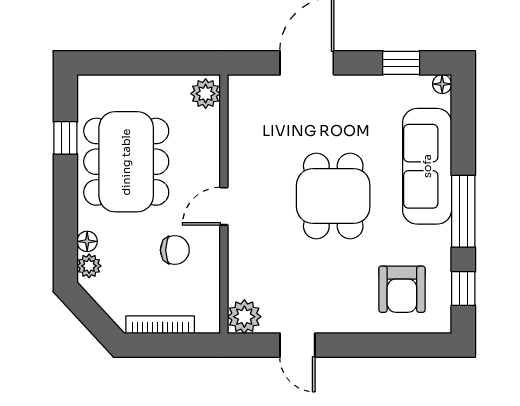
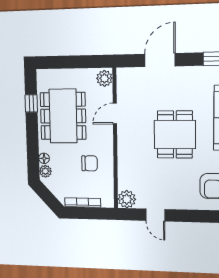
door: (224, 206) -> (115, 114), moved

